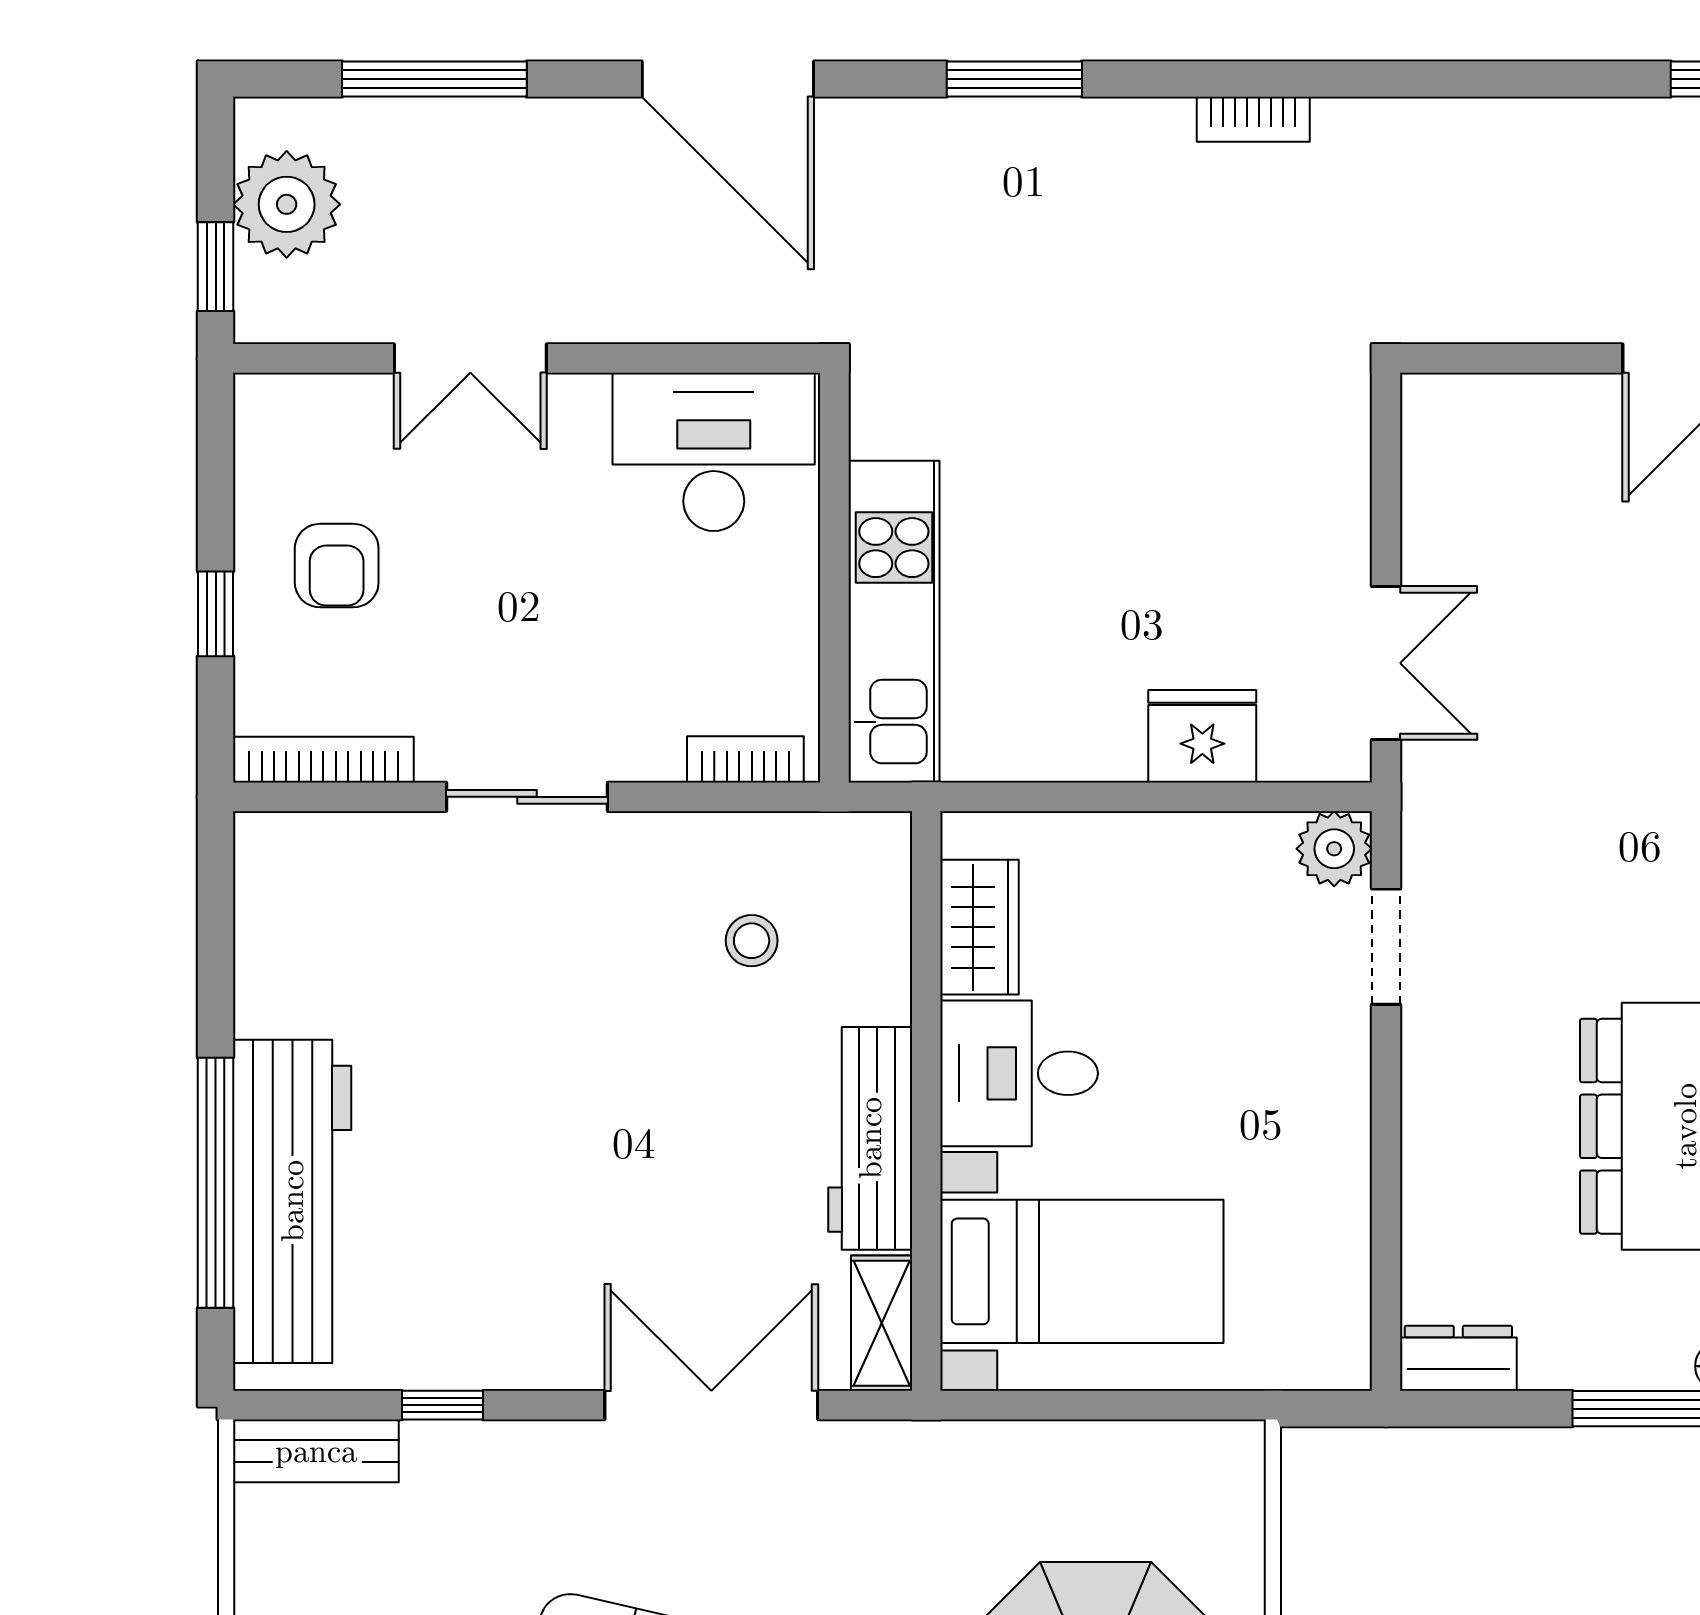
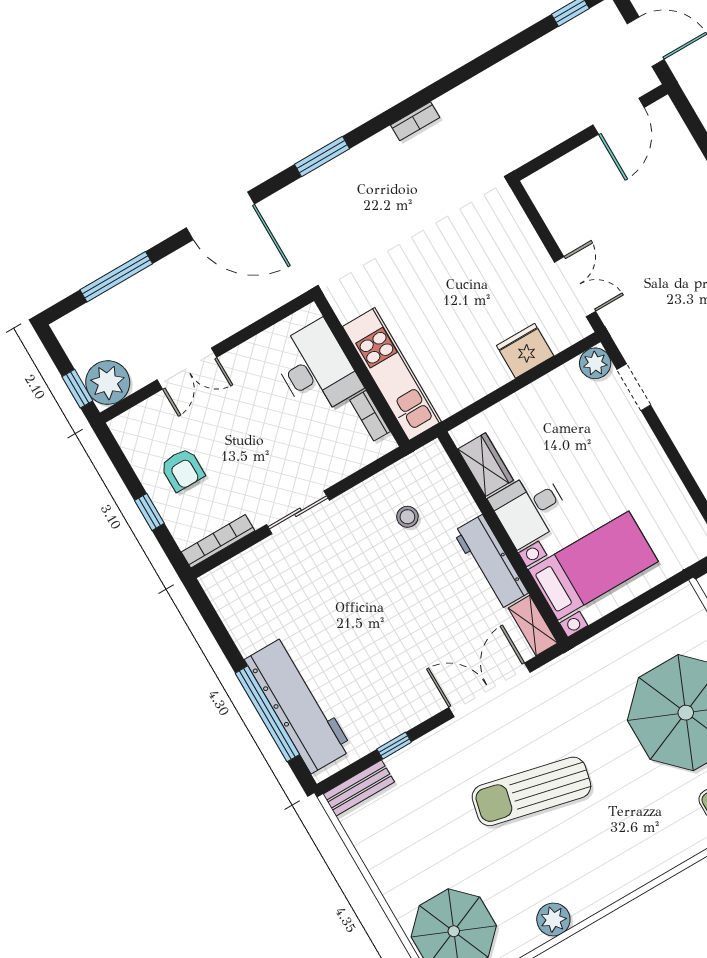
plant: (287, 204) -> (108, 383), moved
desk: (714, 452) -> (316, 369), moved, turned 90
bookcase: (745, 759) -> (370, 416), moved, turned -90

